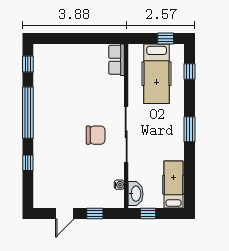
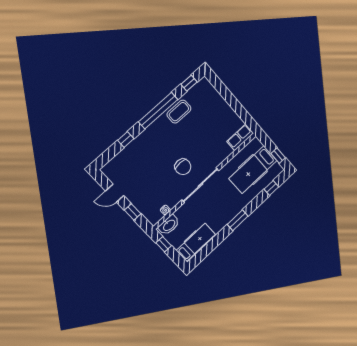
coffee table: (45, 95) -> (179, 112), added

